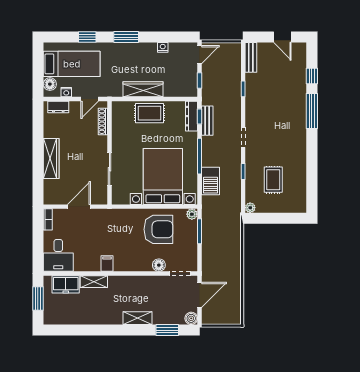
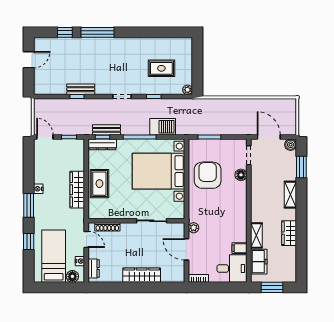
nightstand: (163, 47) -> (38, 189), moved
bench: (251, 57) -> (81, 89), moved
plant: (192, 214) -> (194, 228), moved
filing cabinet: (107, 264) -> (240, 248), moved
wardrobe: (96, 317) -> (289, 233), added

